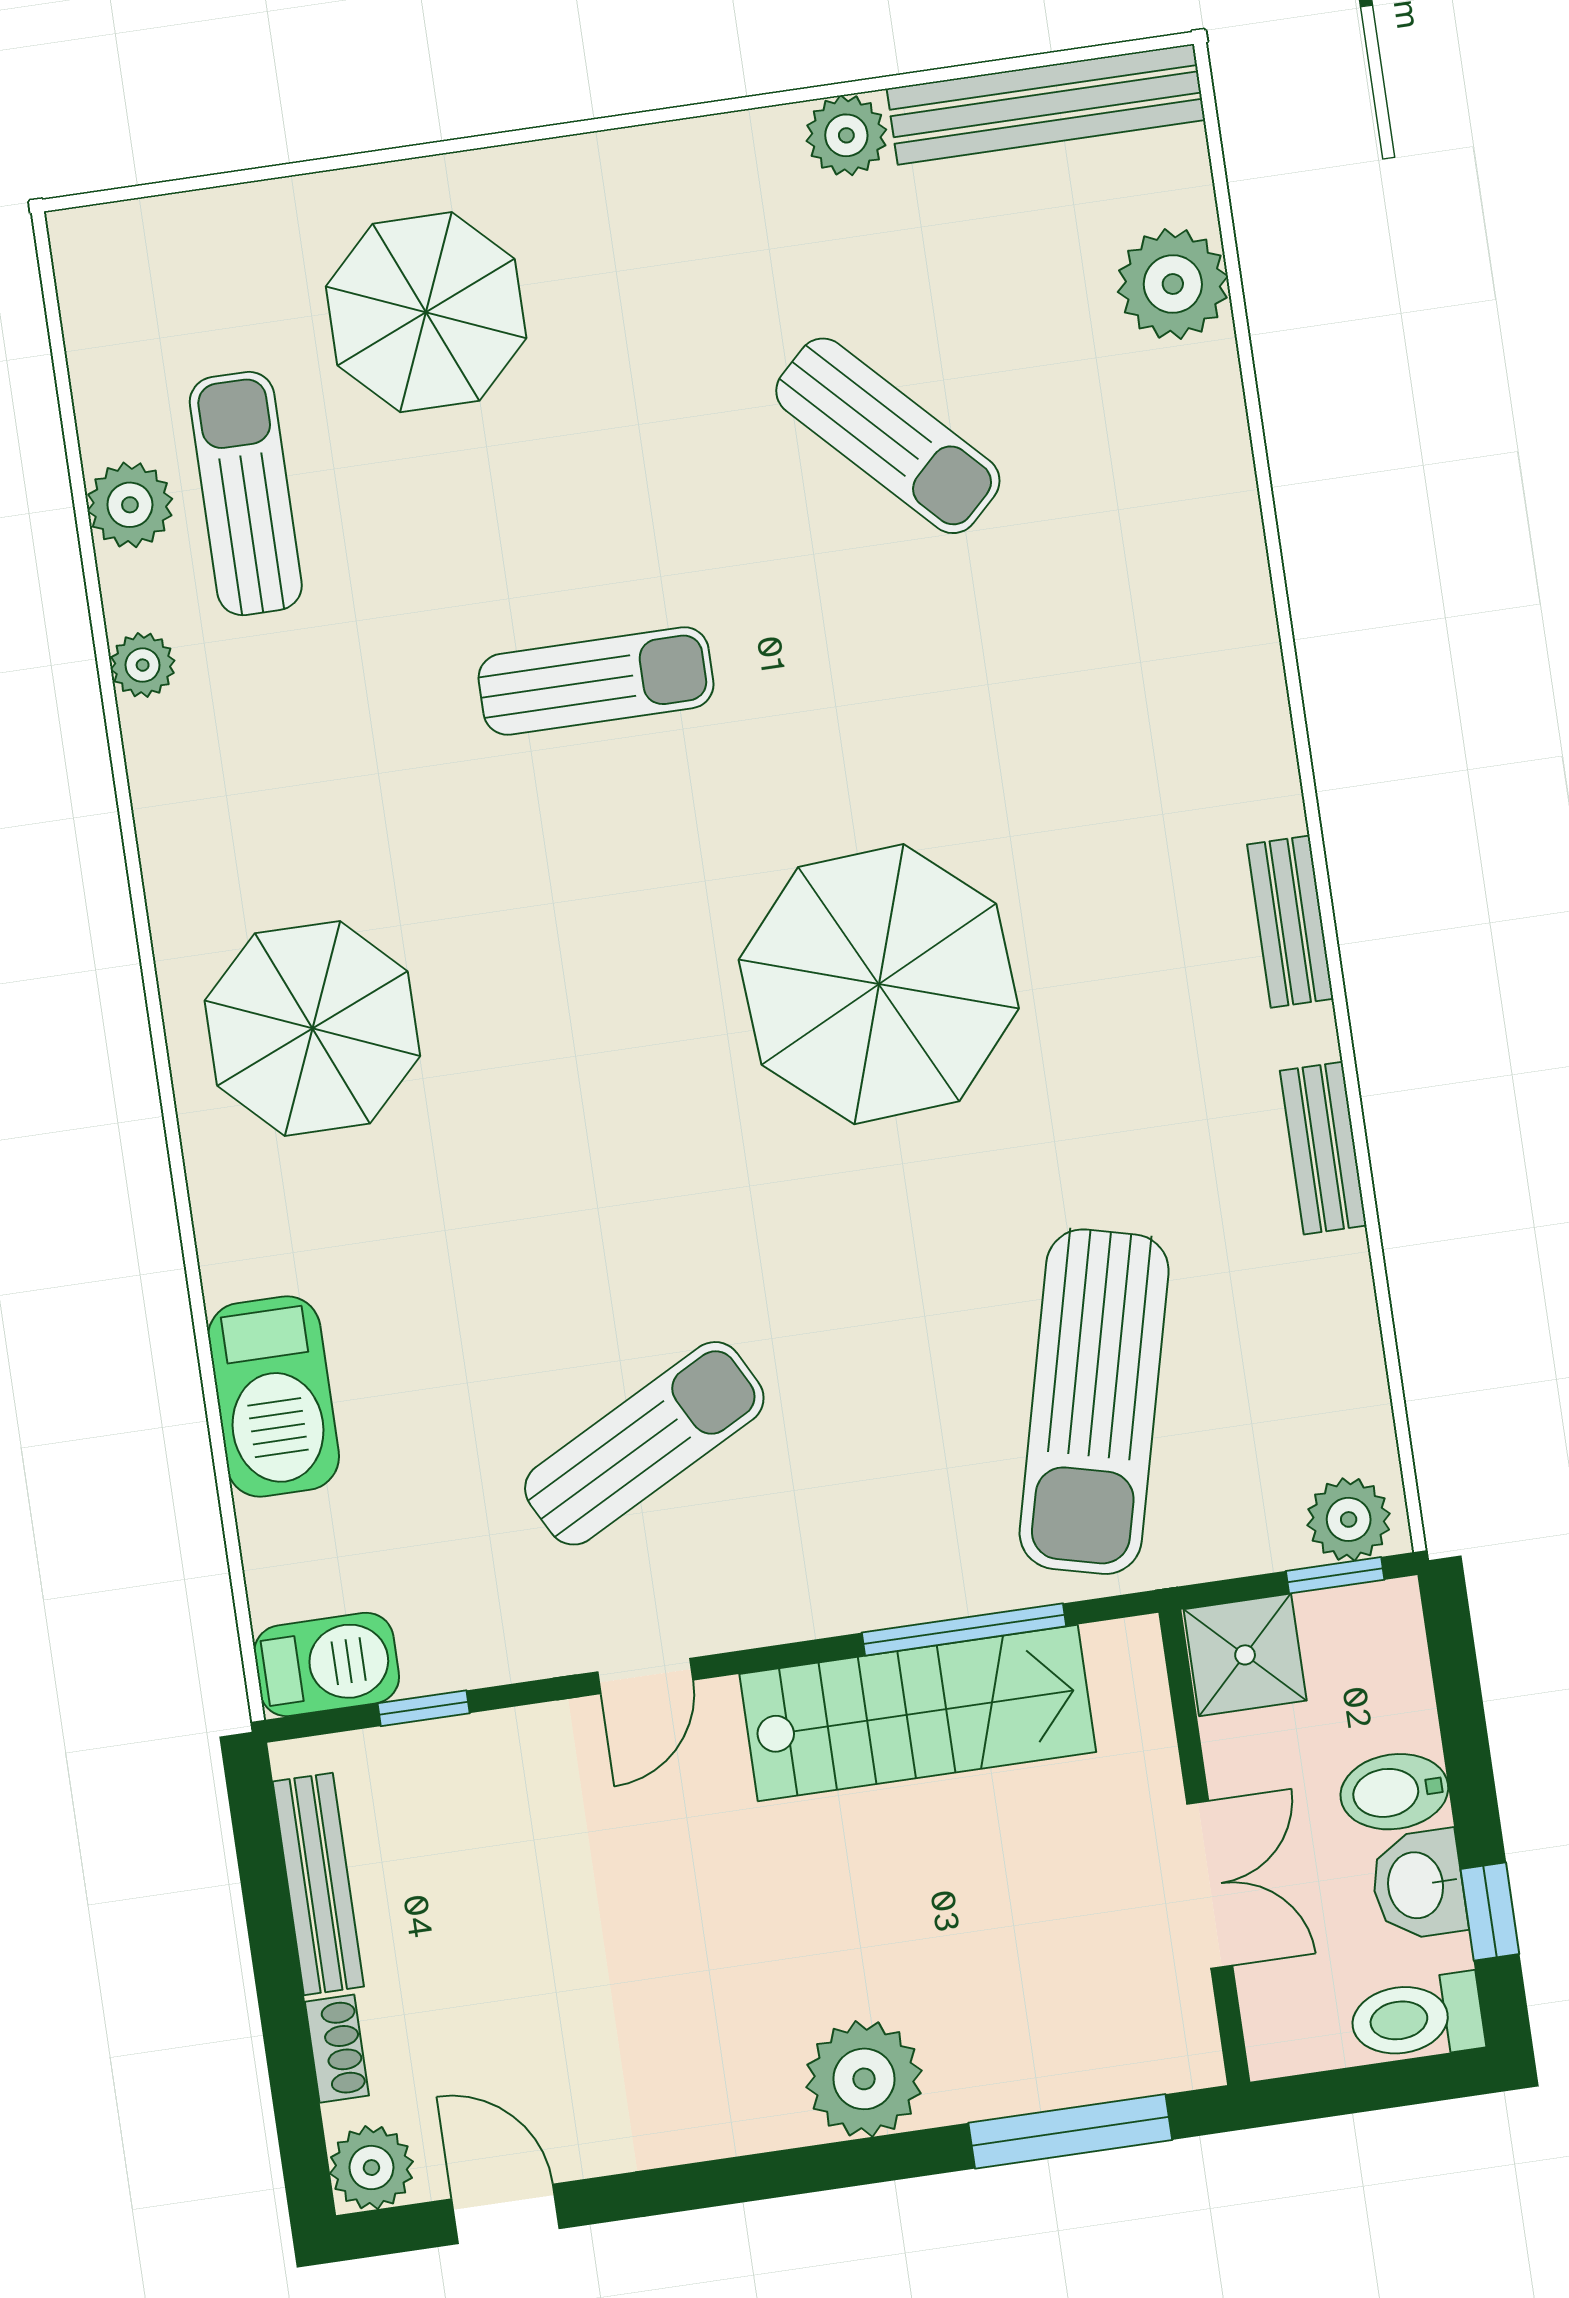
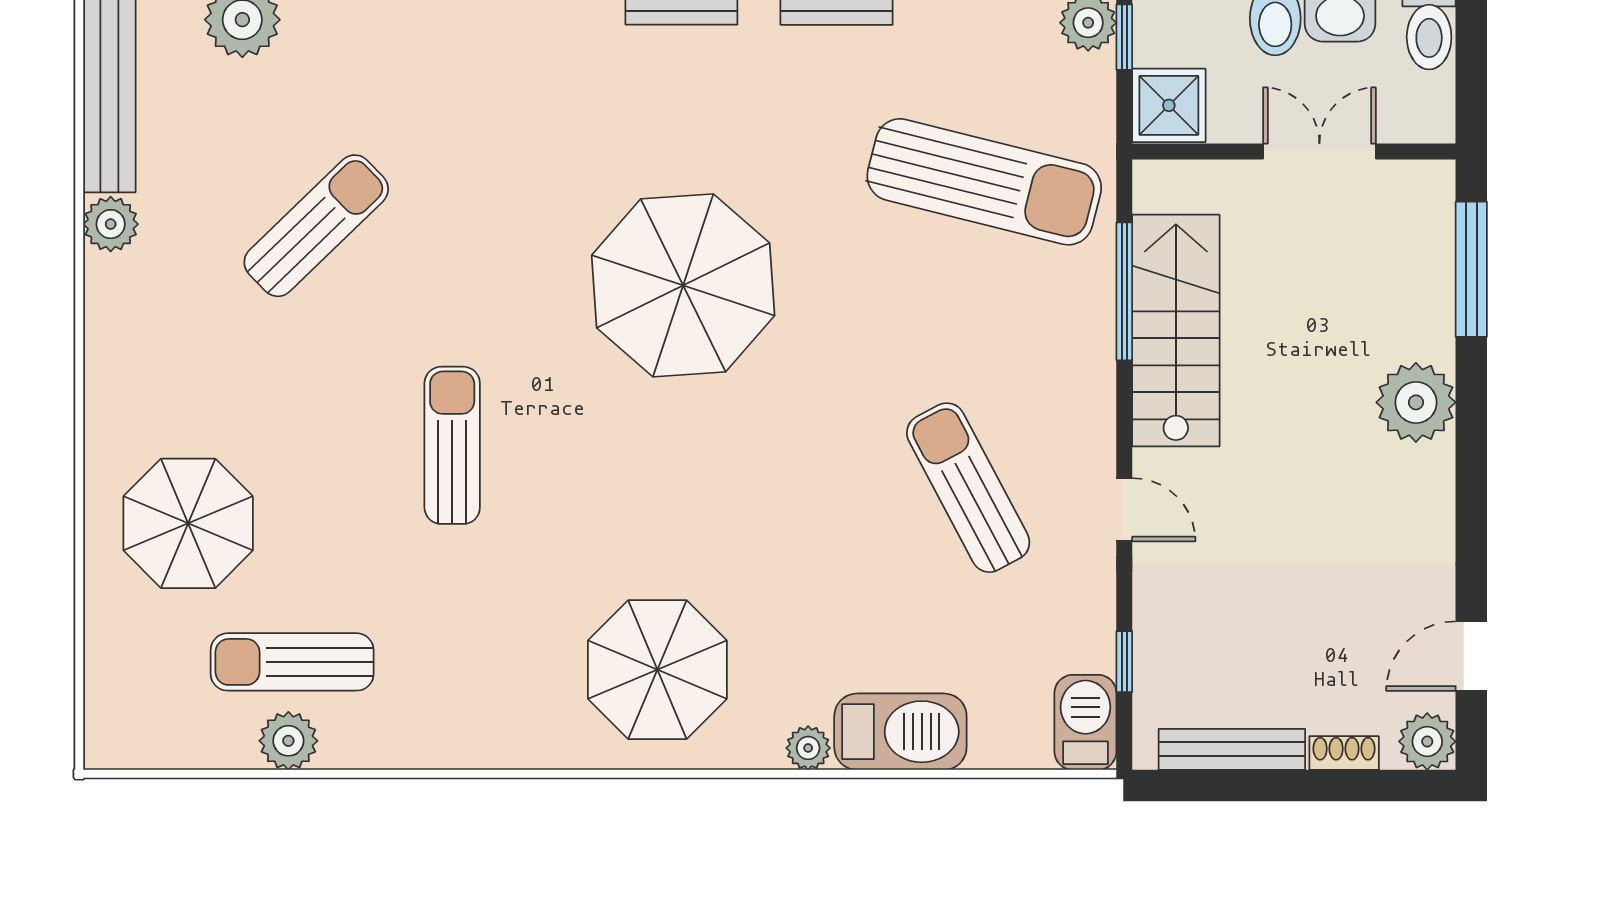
plant: (143, 665) -> (808, 748), moved

